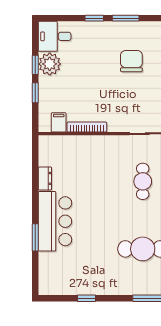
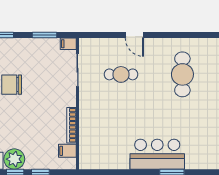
dresser: (45, 178) -> (118, 163), removed

